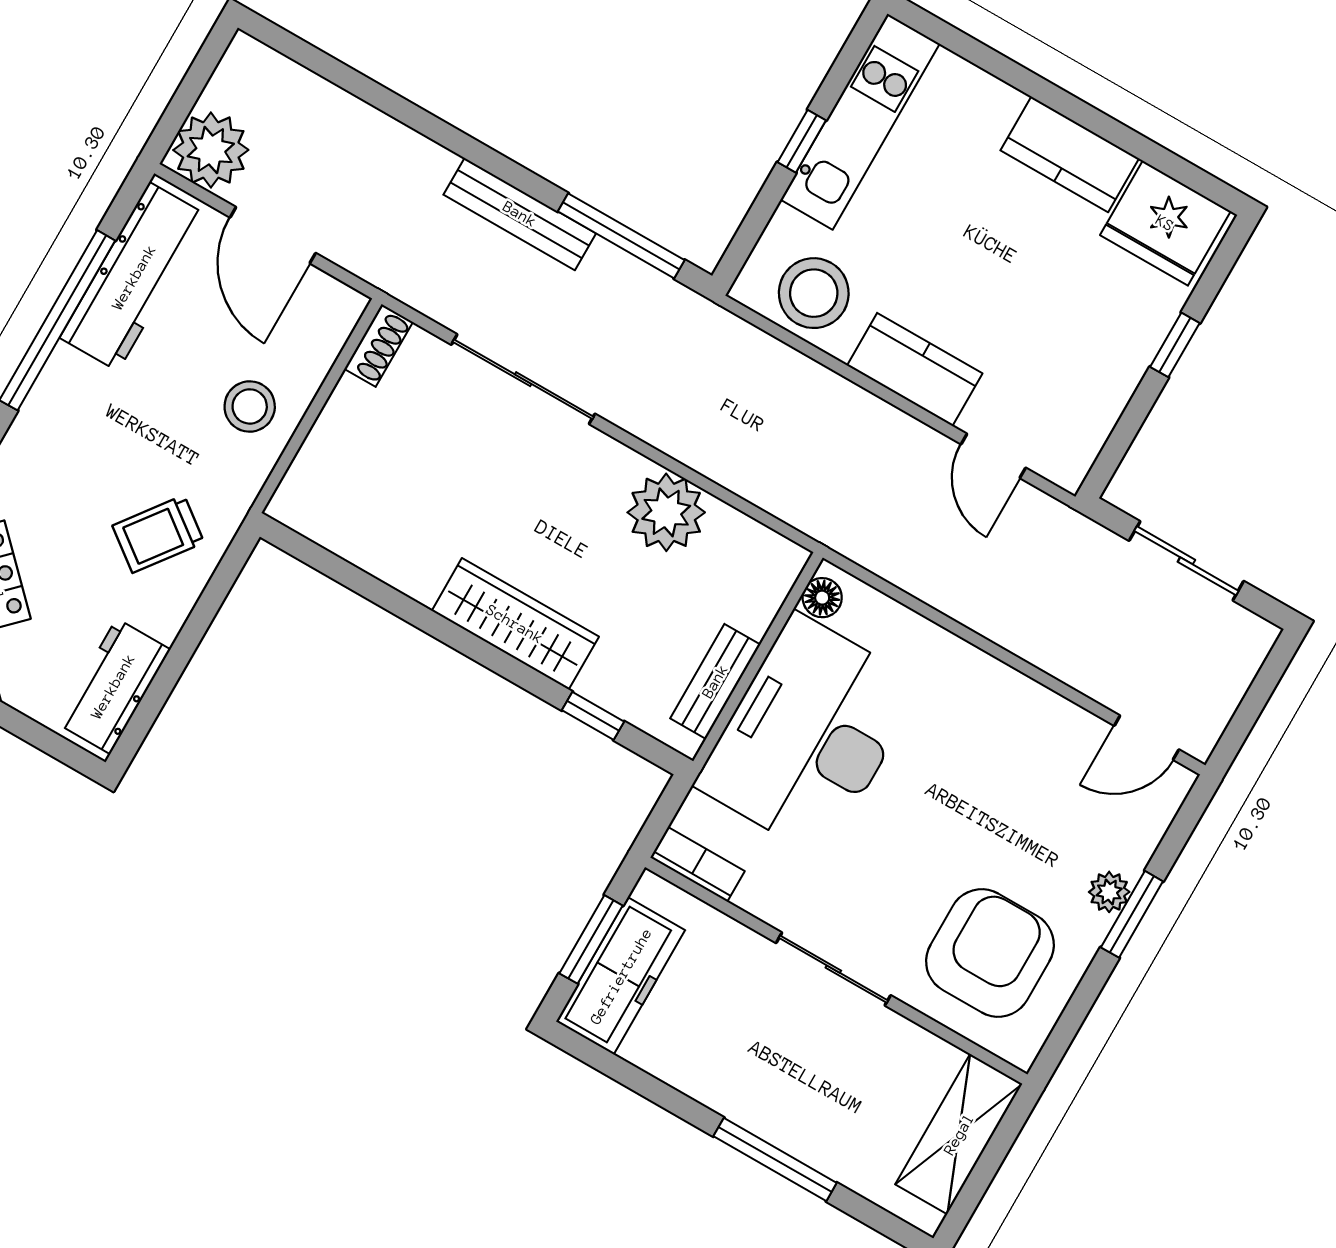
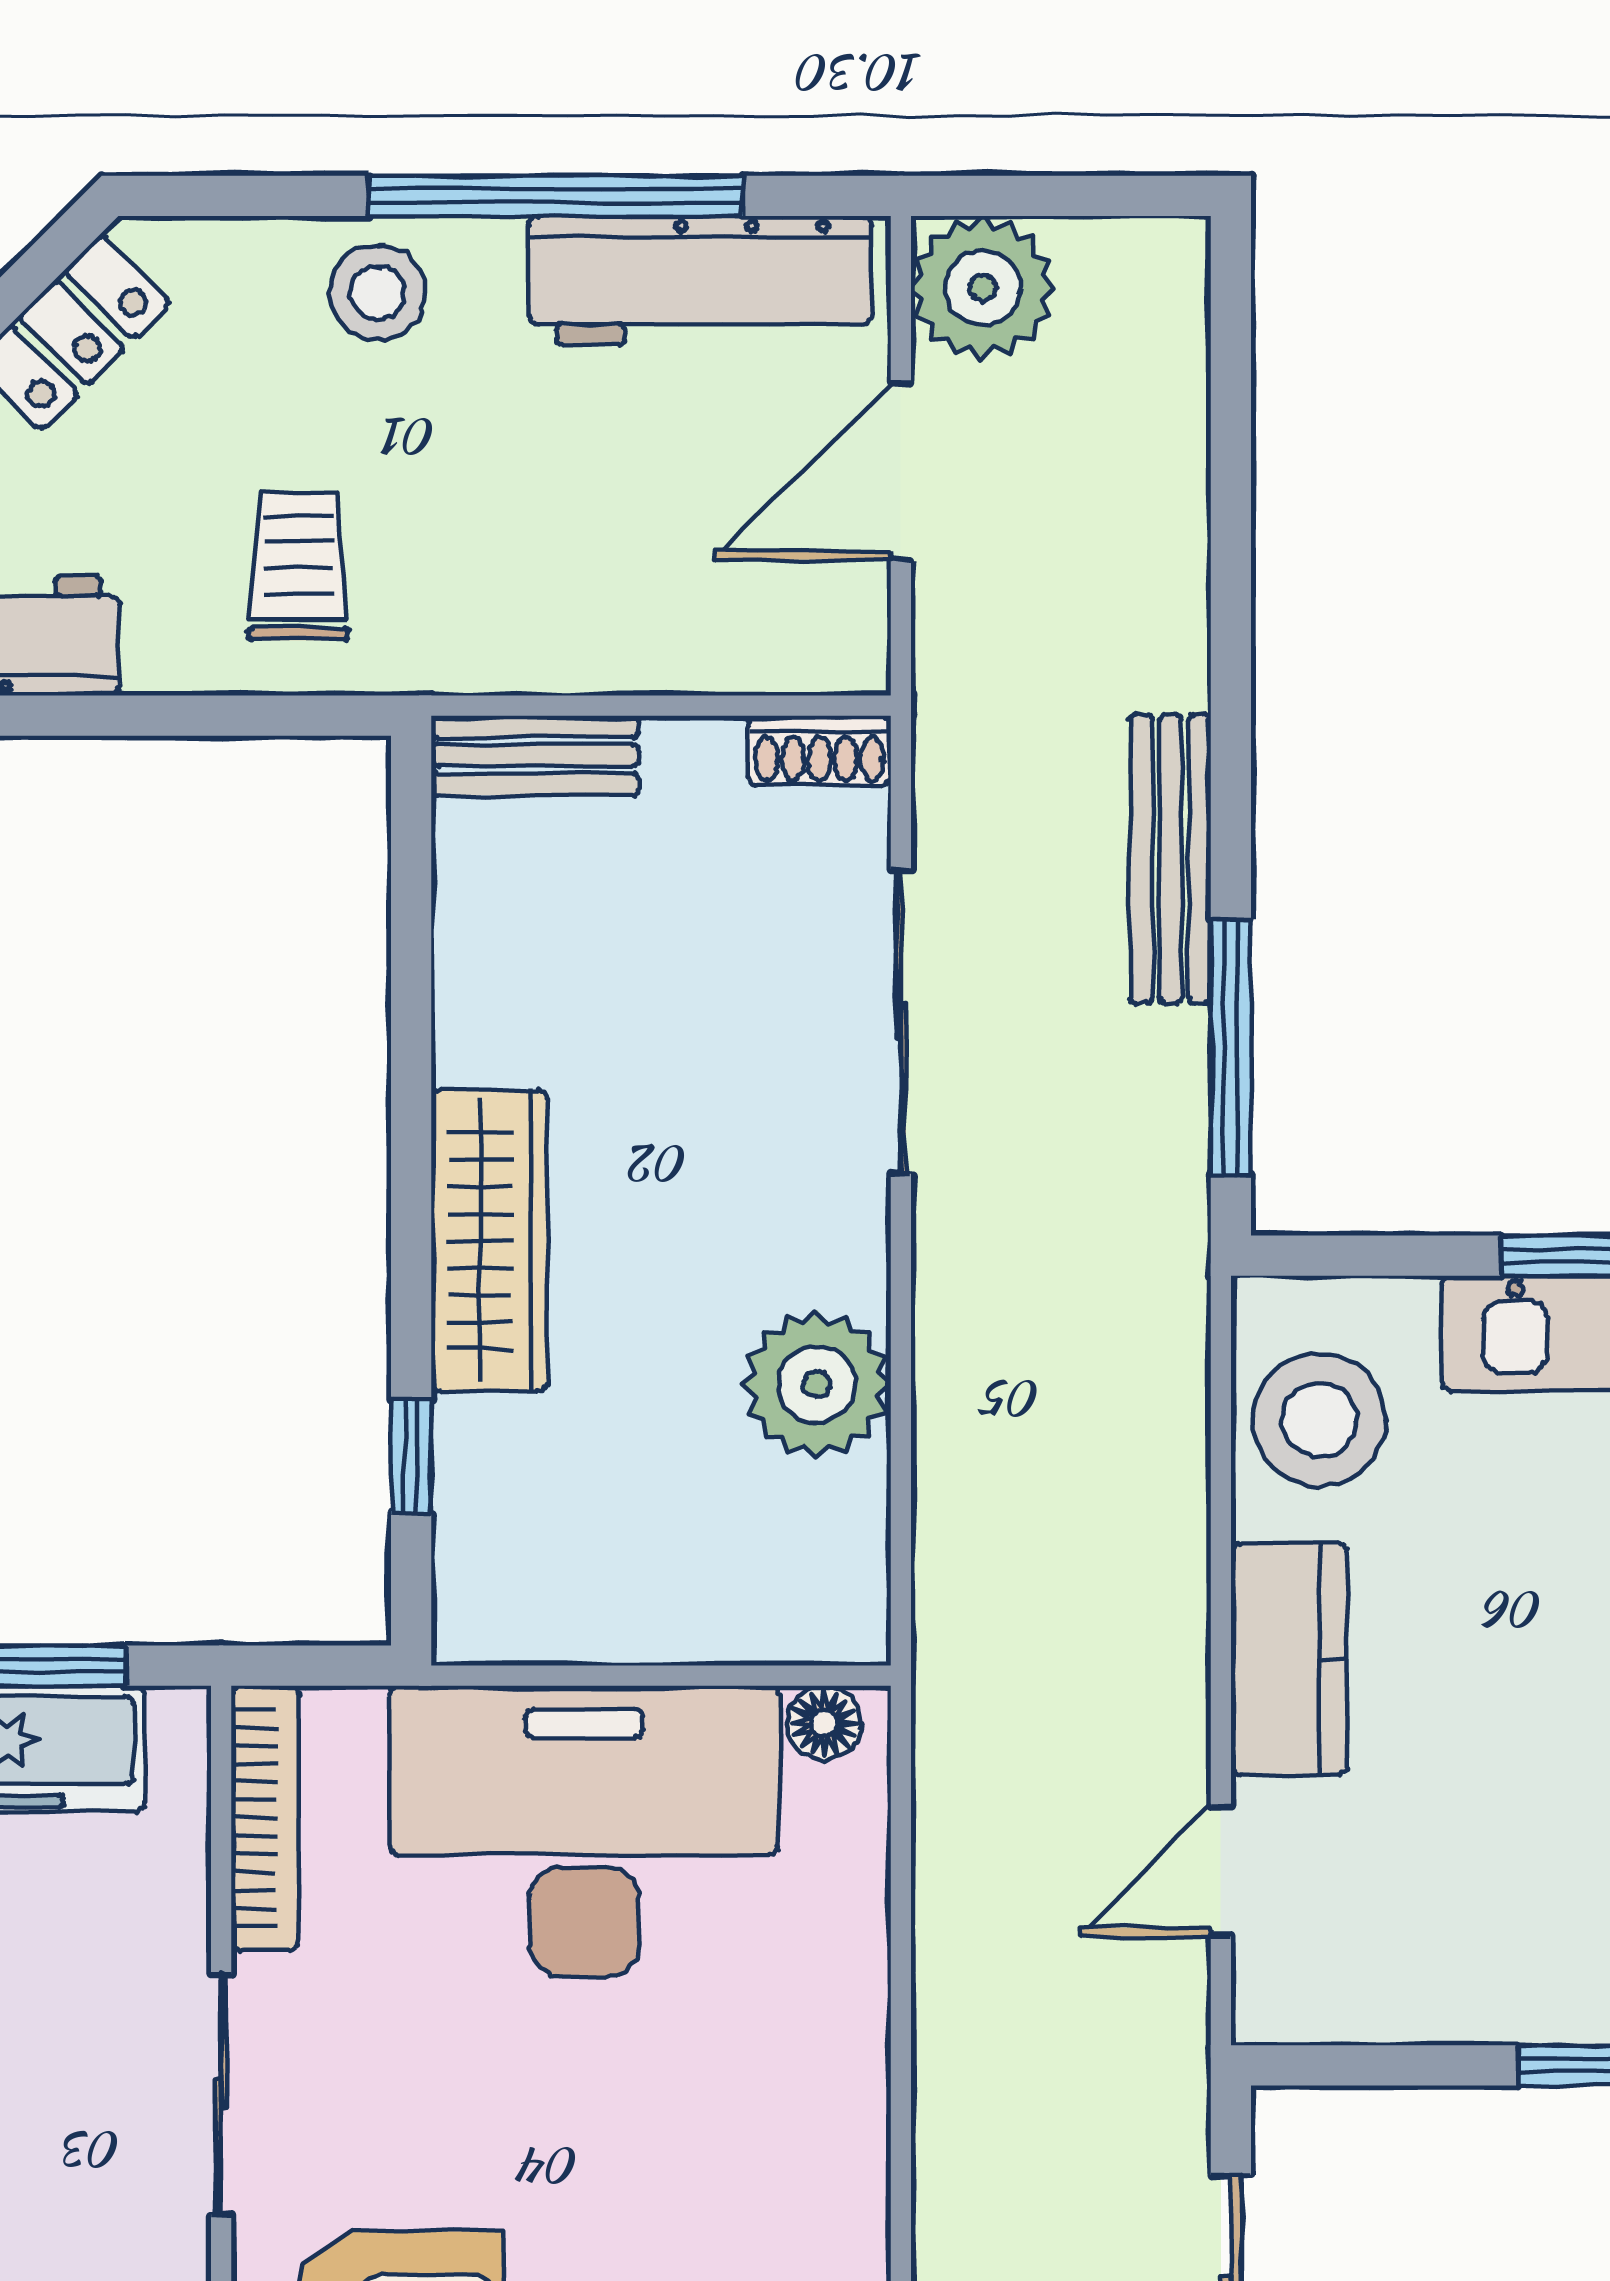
stool: (250, 406) -> (378, 292), moved
trolley: (158, 534) -> (298, 566), turned 53
bench: (715, 681) -> (535, 755), moved
bookcase: (697, 864) -> (265, 1818), width x1.56

